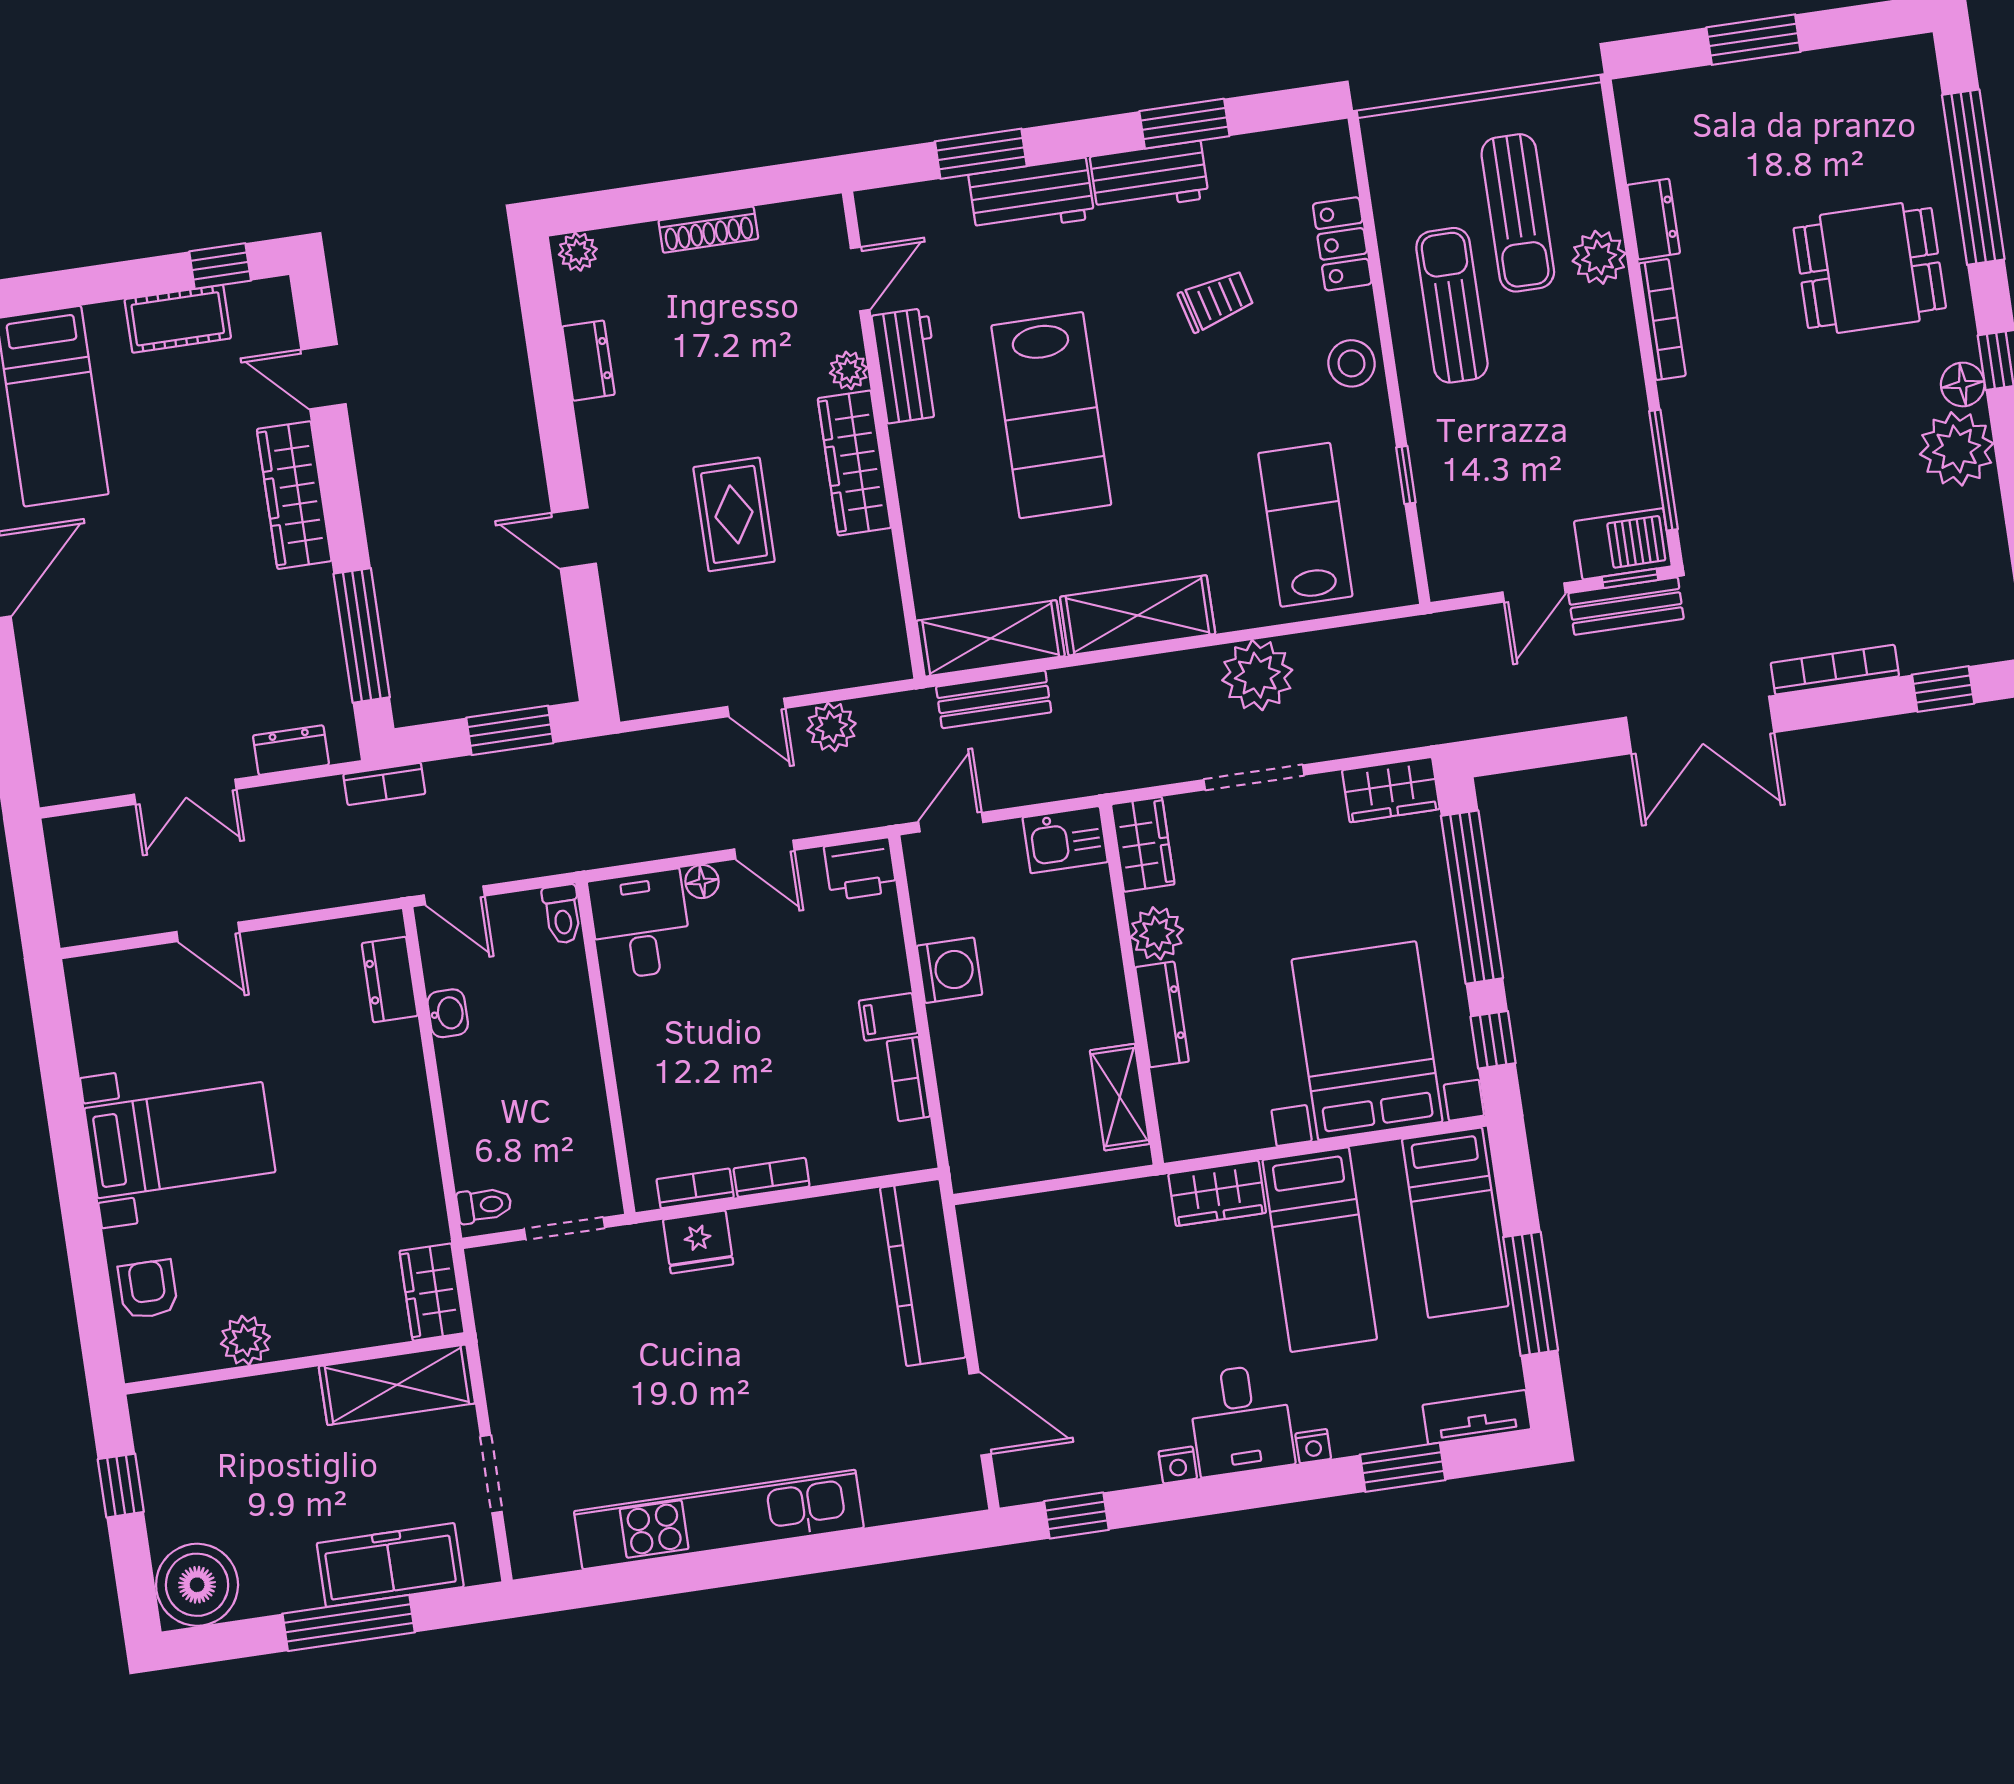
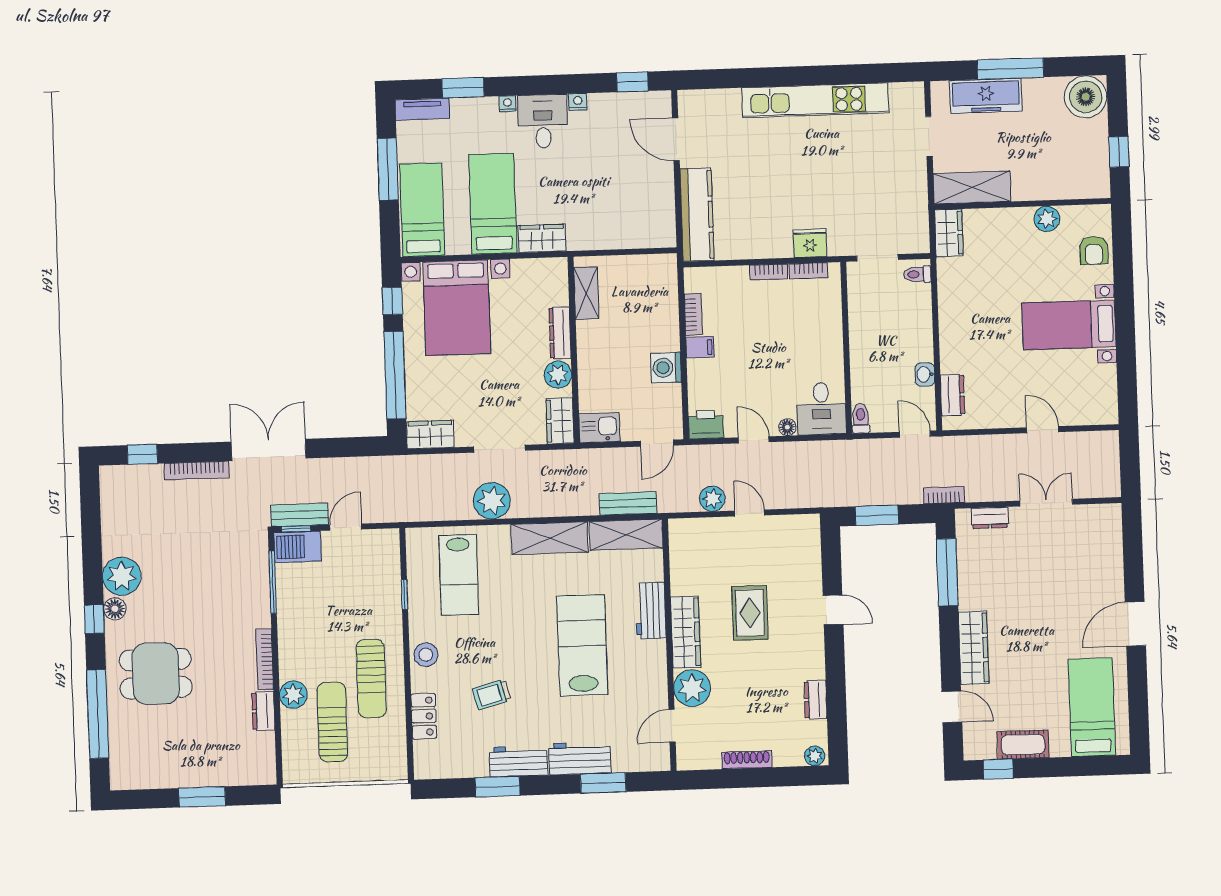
workbench: (907, 366) -> (651, 611), moved
plant: (849, 370) -> (692, 688), width x1.87, depth x1.87

